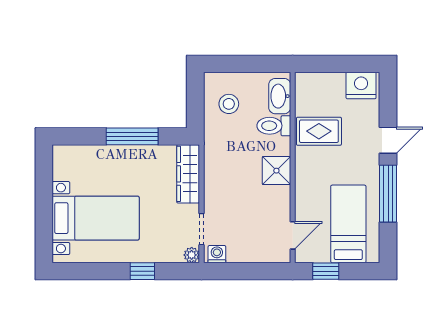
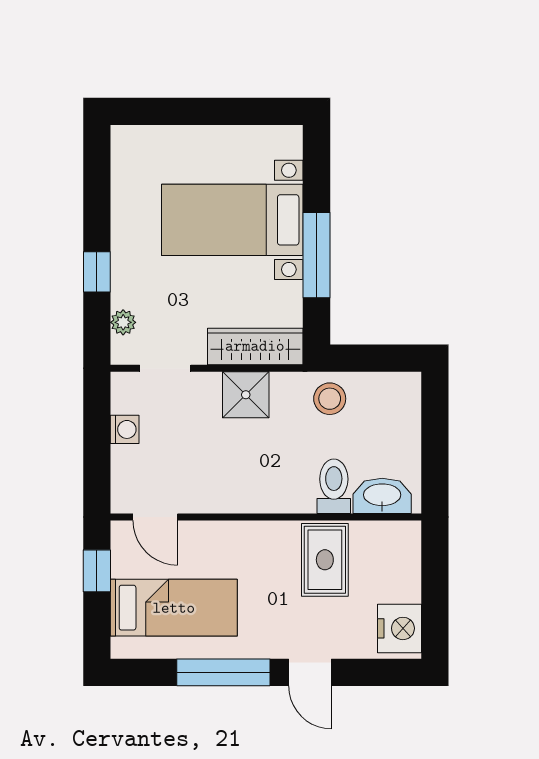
stool: (229, 104) -> (330, 399), moved
shower: (276, 171) -> (246, 395), moved
bed with nightstands: (96, 218) -> (232, 220), moved, turned 90
washing machine: (217, 254) -> (125, 429), moved
plant: (192, 255) -> (123, 322), moved

